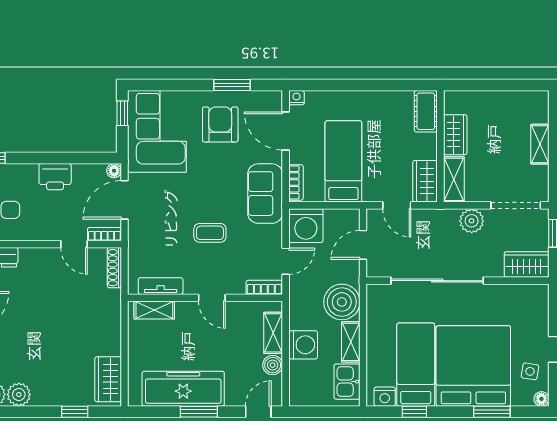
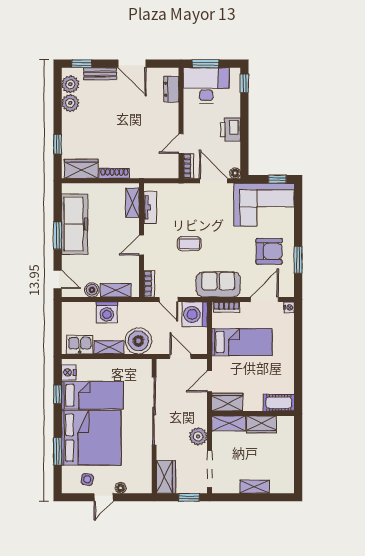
coffee table: (210, 233) -> (189, 244), turned 90
shoe rack: (114, 268) -> (114, 173), moved
floor lamp: (541, 399) -> (121, 488), moved

